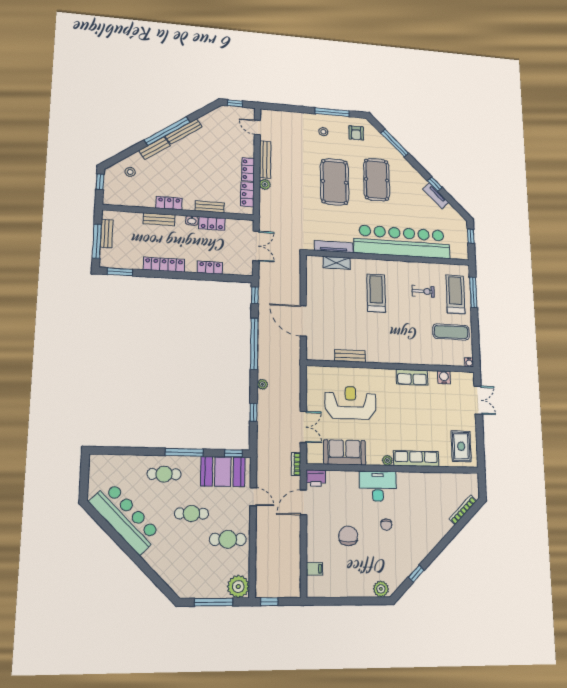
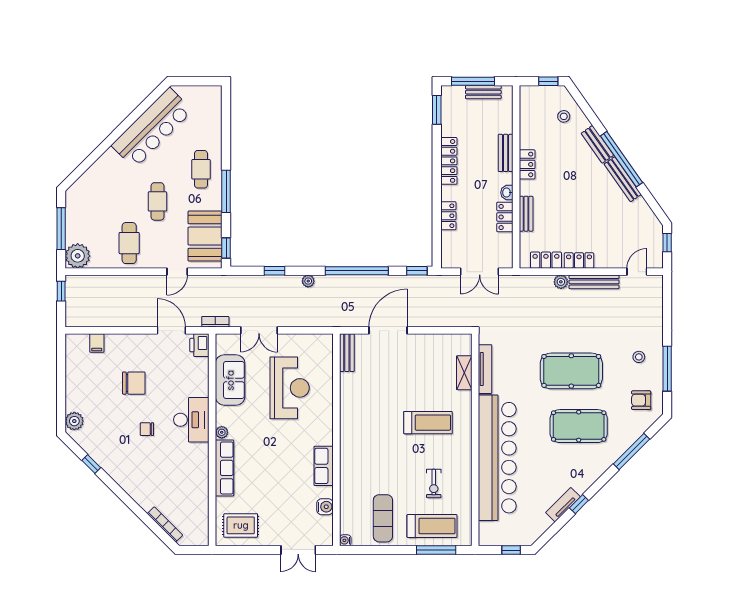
bench: (350, 356) -> (347, 353), moved

